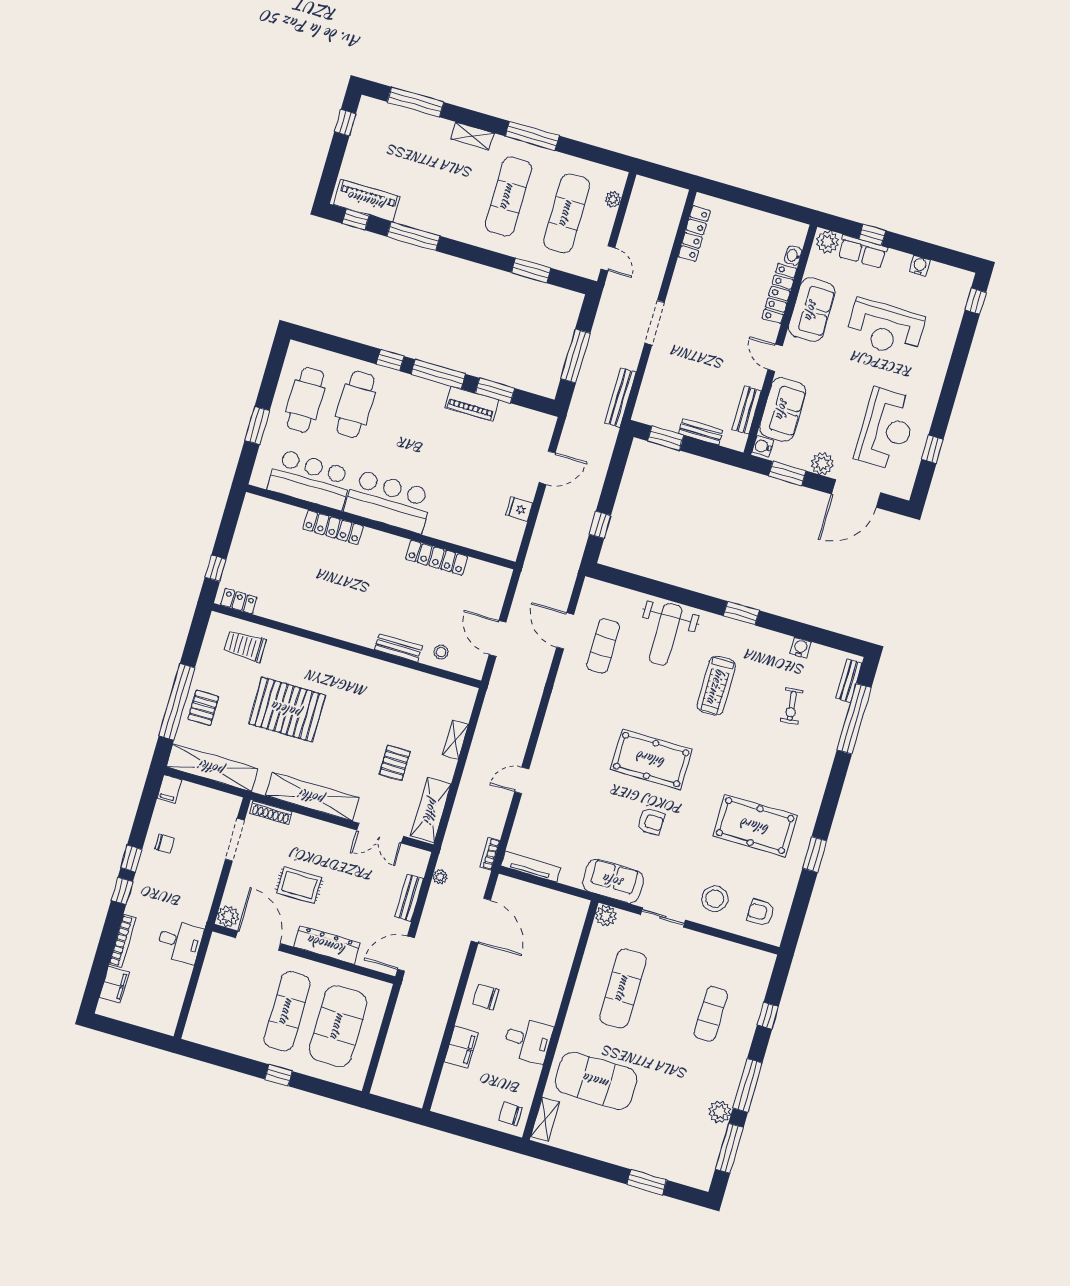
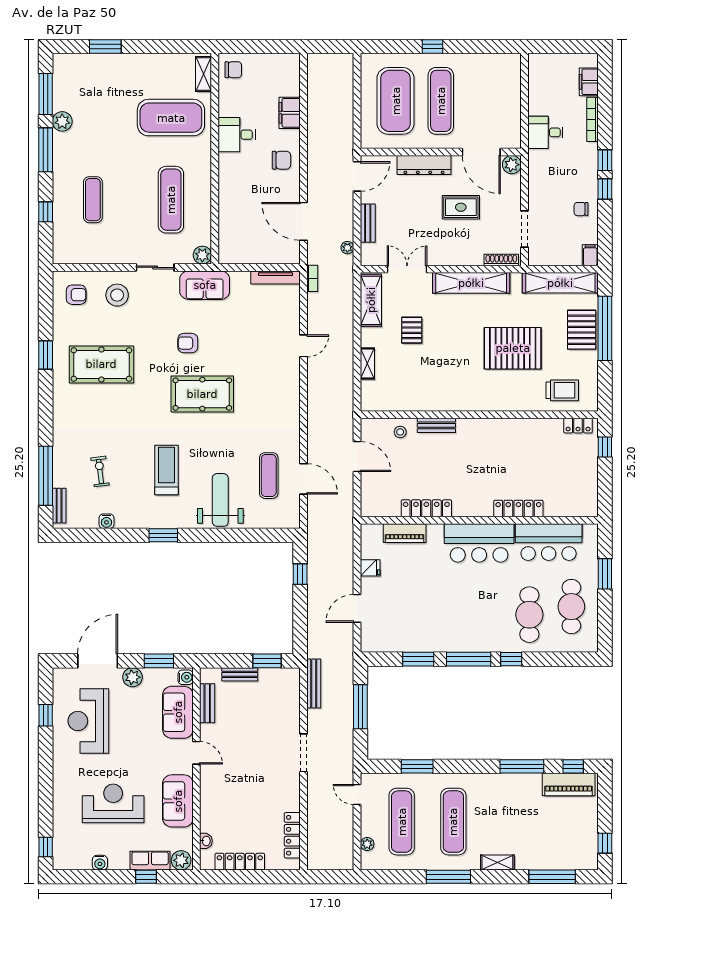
locker: (779, 294) -> (240, 862), moved, turned -90
piano: (472, 404) -> (405, 533), moved, turned 180
pallet: (203, 708) -> (582, 330), width x1.50, depth x1.42

